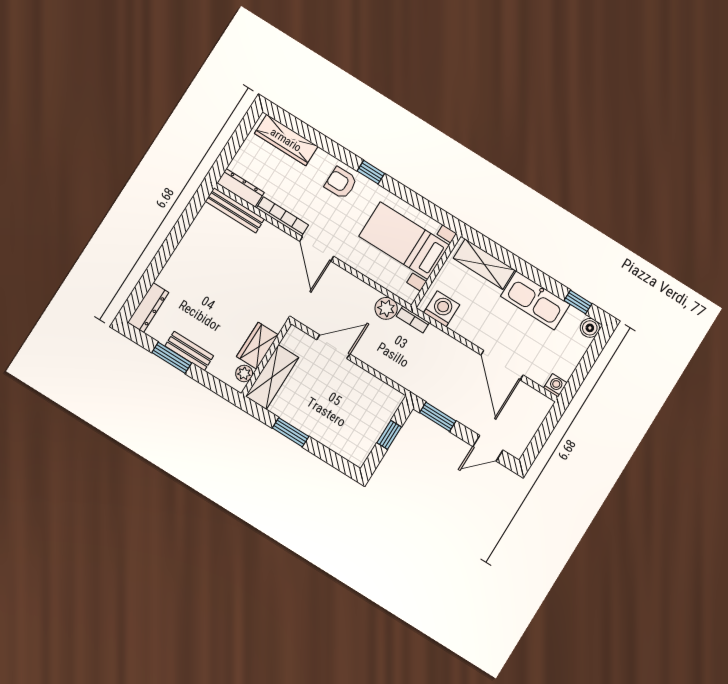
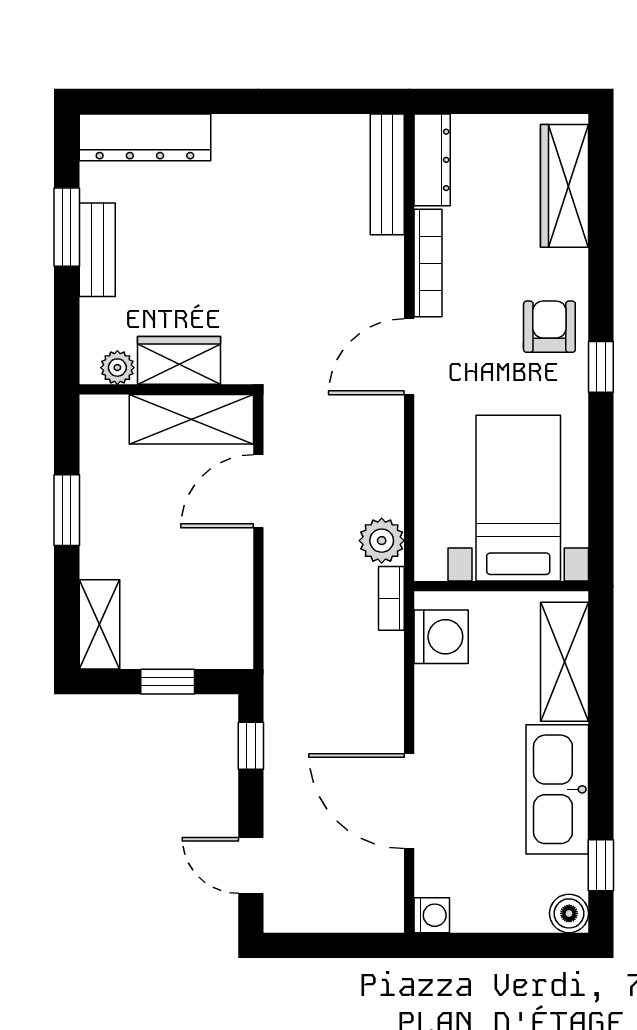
dresser: (148, 307) -> (145, 137), width x1.37, depth x1.24
door: (333, 347) -> (258, 491), swing flipped
door: (502, 365) -> (409, 801), hinge flipped
shelving: (272, 377) -> (191, 419), moved
window: (438, 417) -> (251, 746), width x0.67
shelving: (347, 449) -> (99, 624), added

